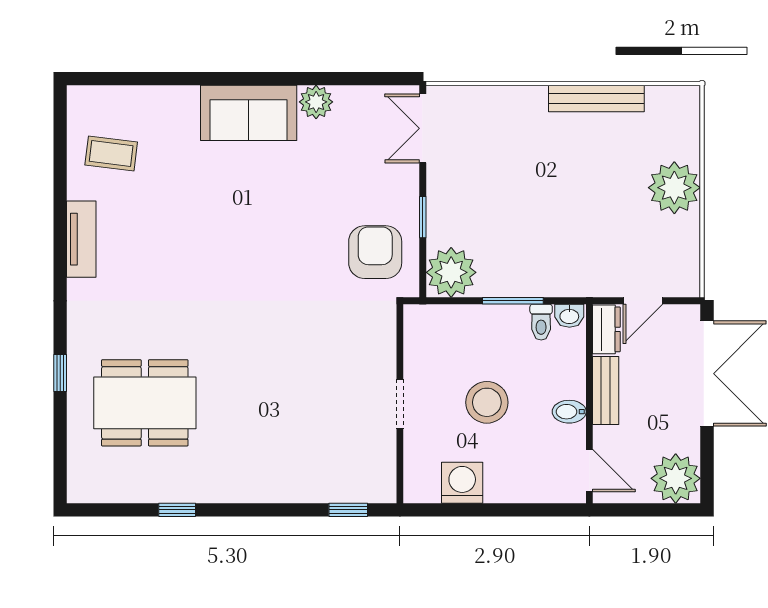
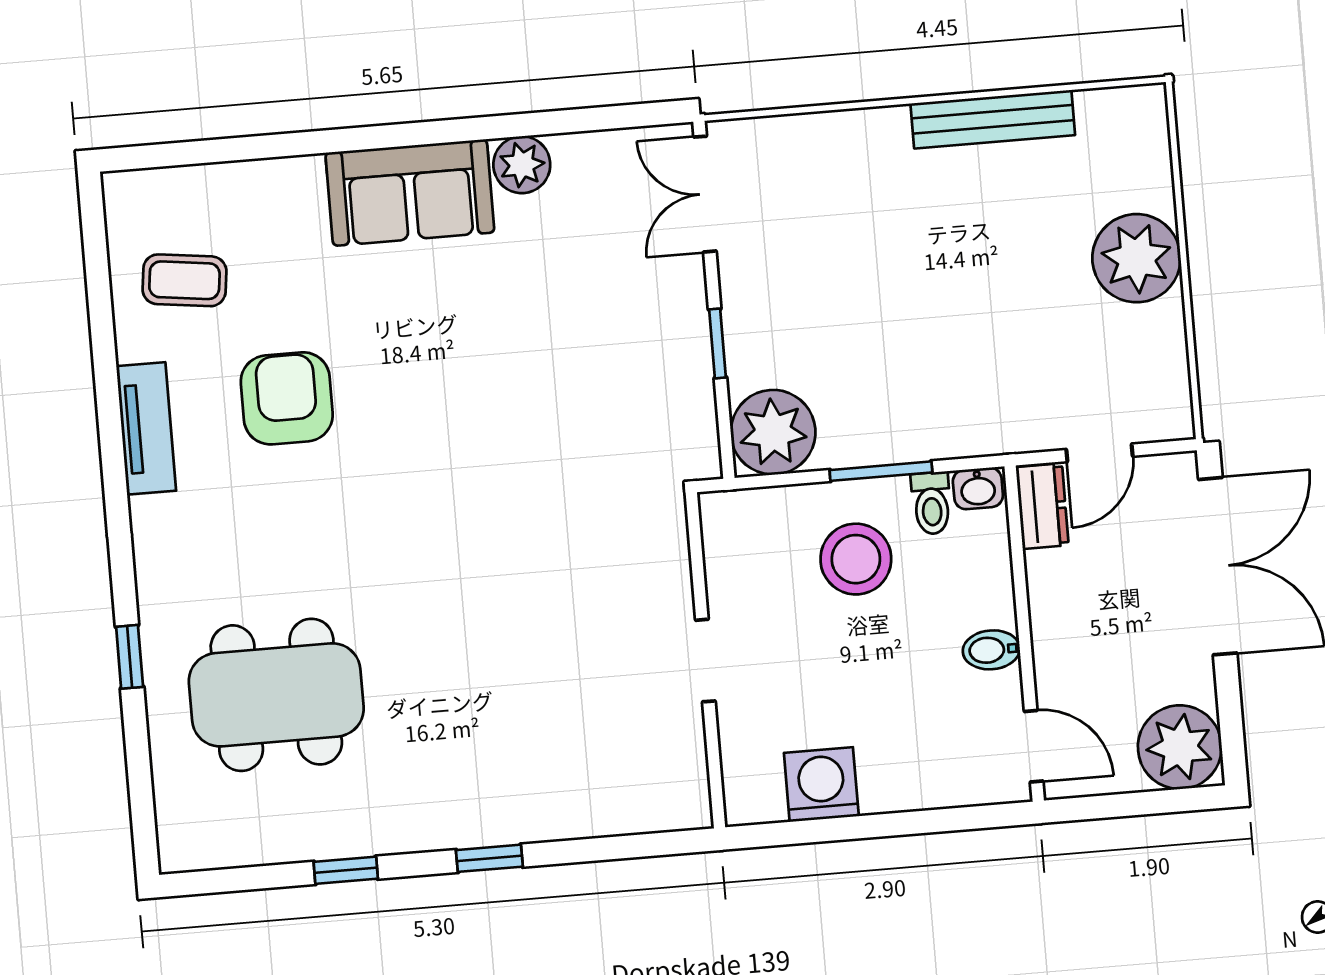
armchair: (375, 252) -> (287, 398), moved
bench: (606, 390) -> (1050, 609), removed
stool: (487, 402) -> (856, 559), moved
window: (348, 510) -> (489, 858), moved

